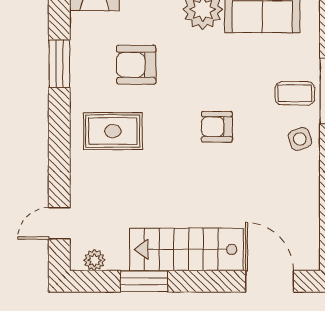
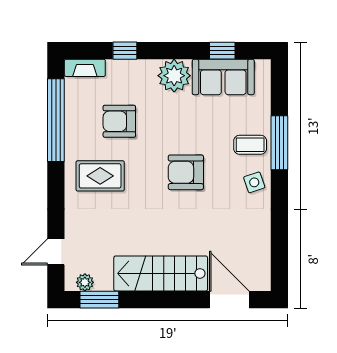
window: (59, 64) -> (56, 120), width x2.11
armchair: (217, 127) -> (186, 172), width x1.38, depth x1.38
window: (144, 281) -> (99, 300), moved

